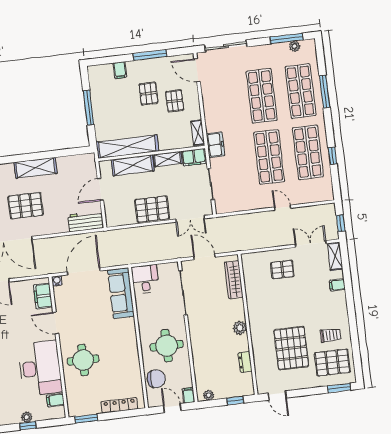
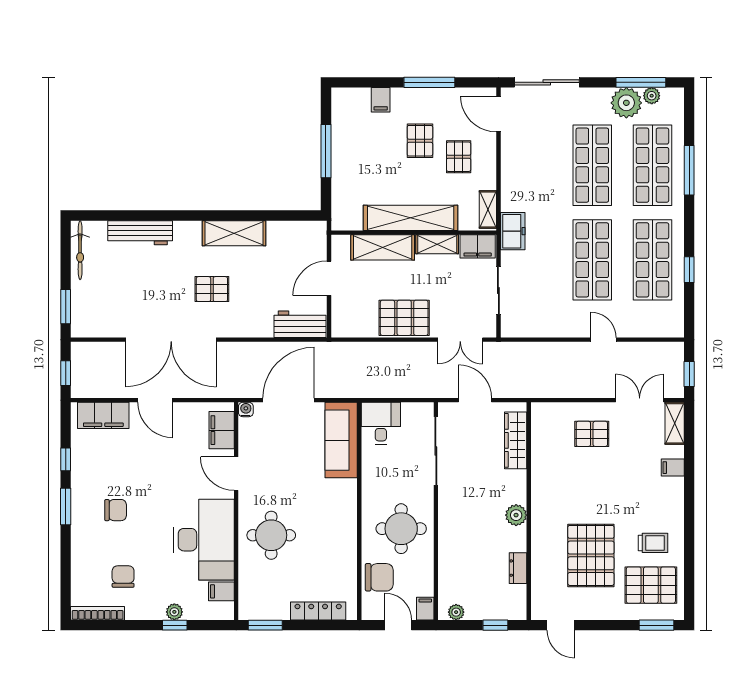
plant: (279, 53) -> (626, 103), added
shelving: (127, 147) -> (411, 218), moved
pallet: (26, 206) -> (212, 289), width x0.67, depth x0.71

